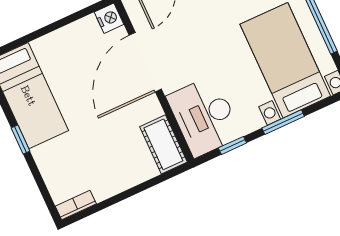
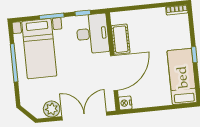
cot: (163, 144) -> (121, 39), moved

